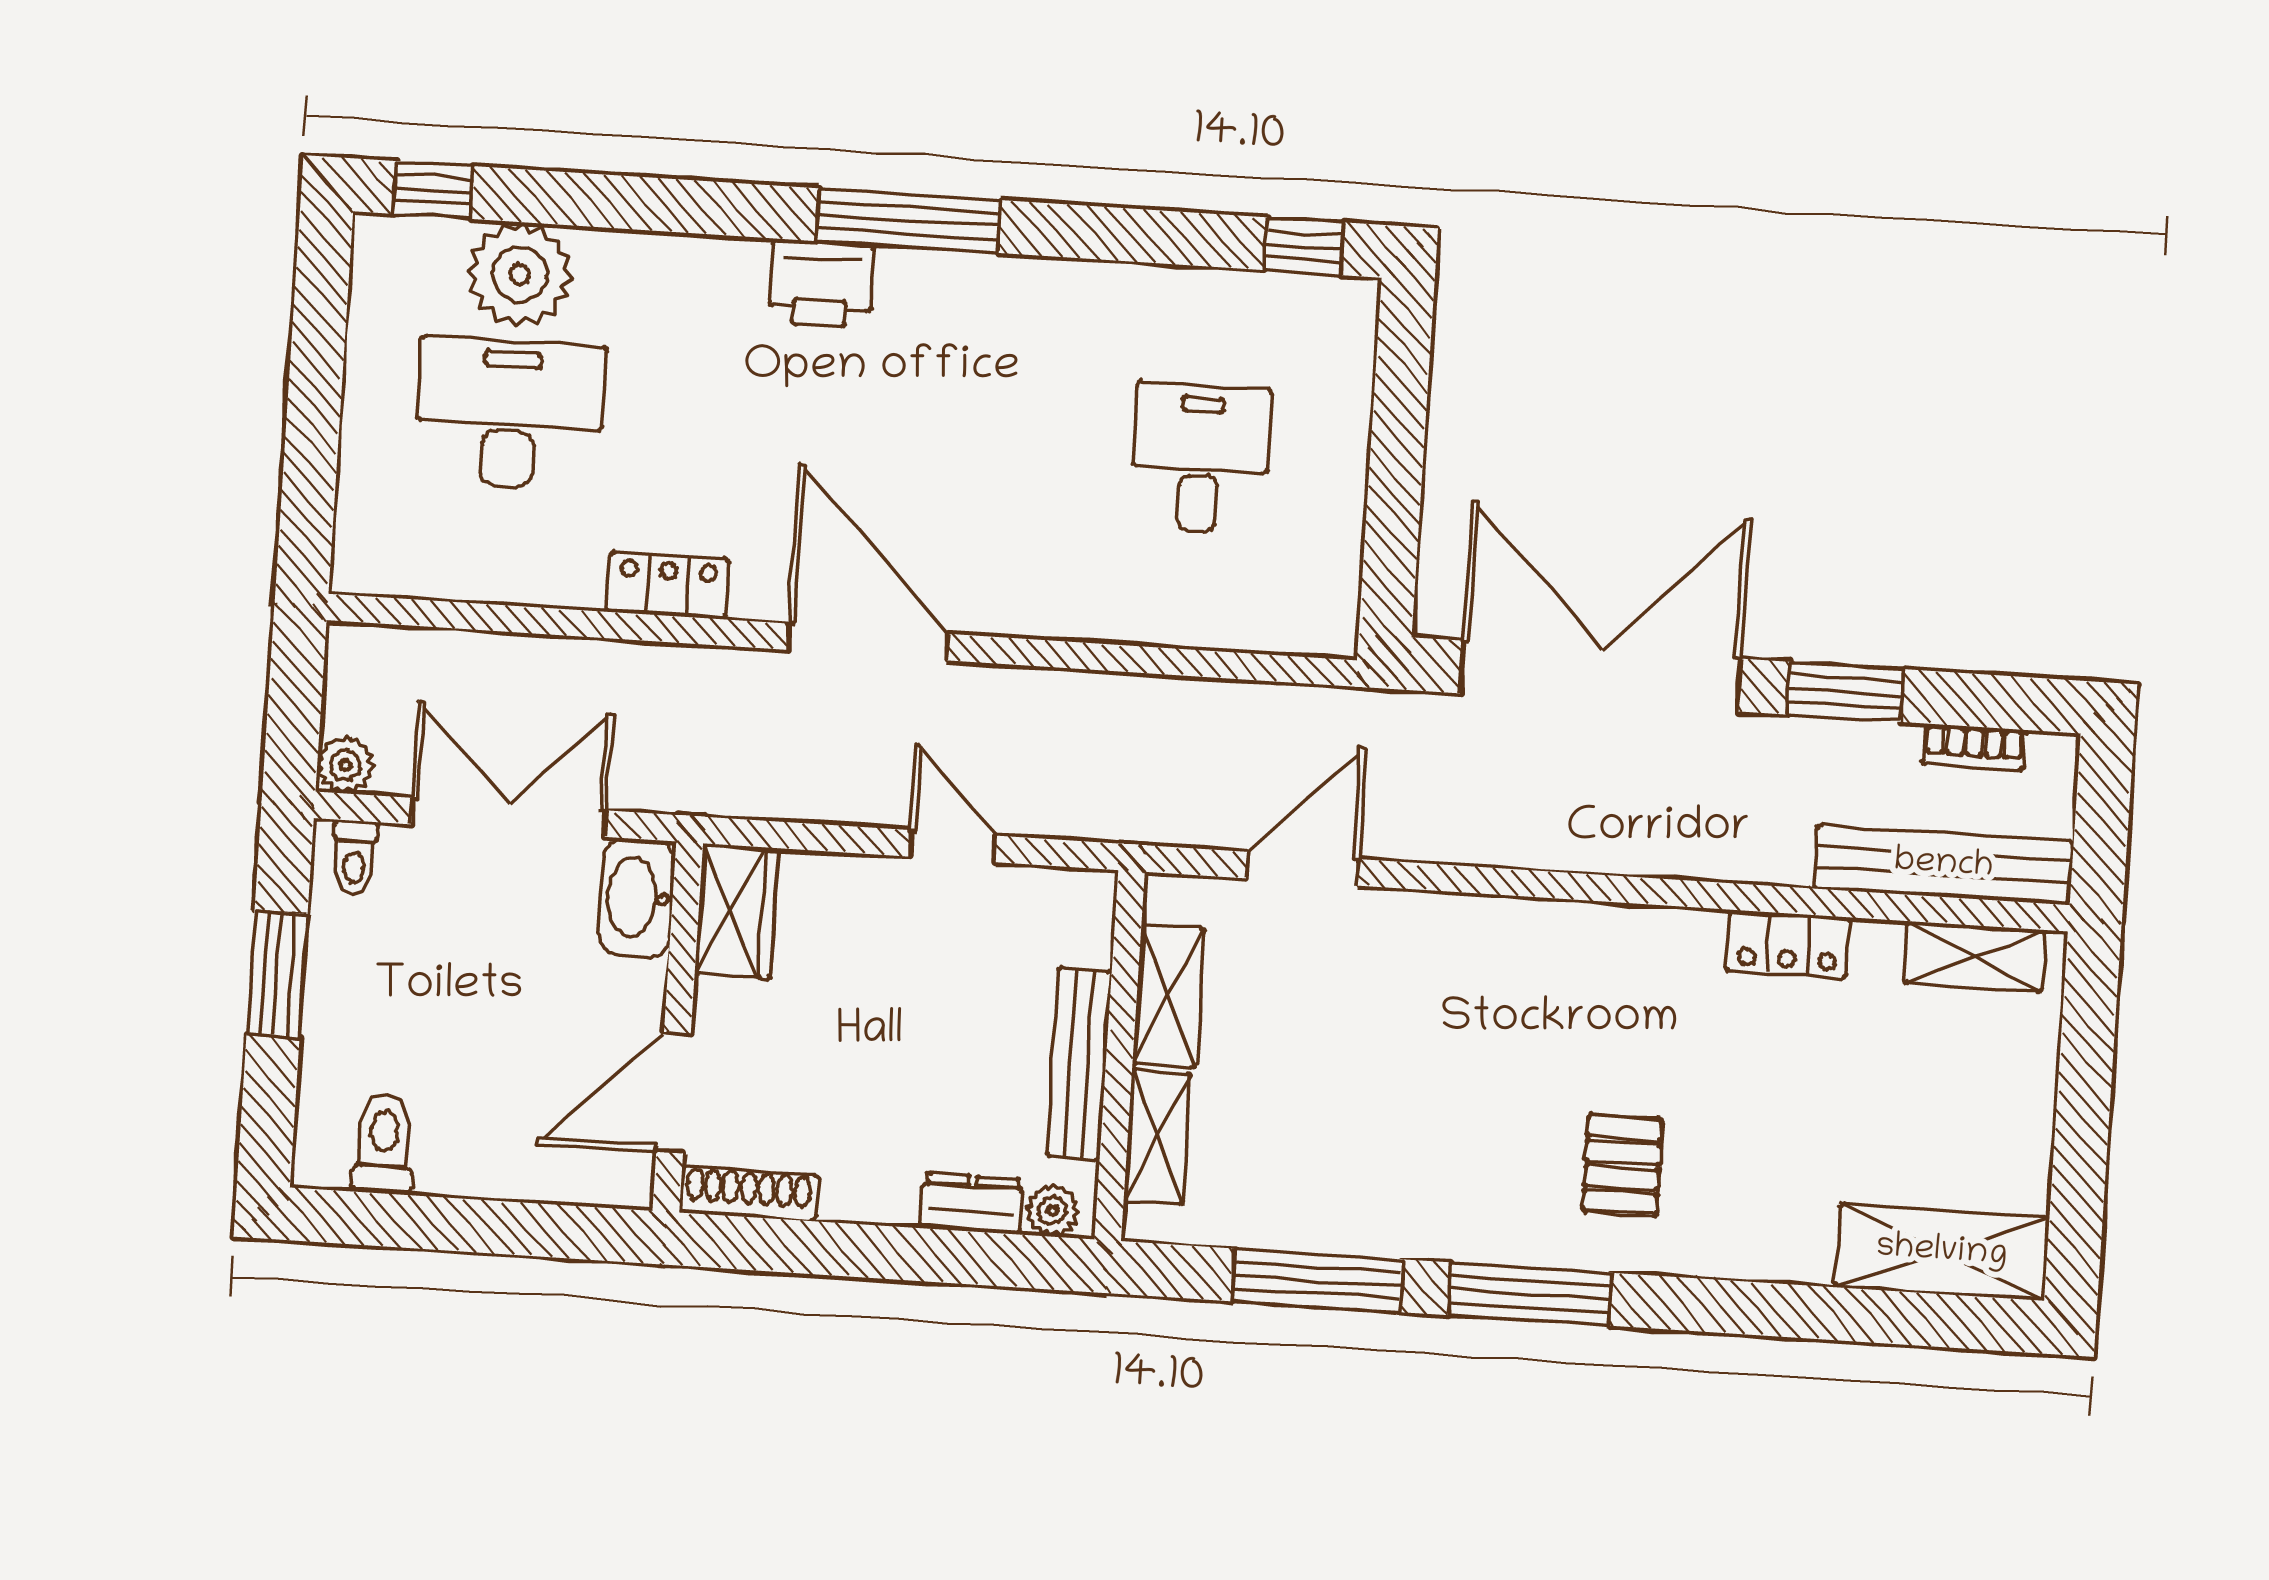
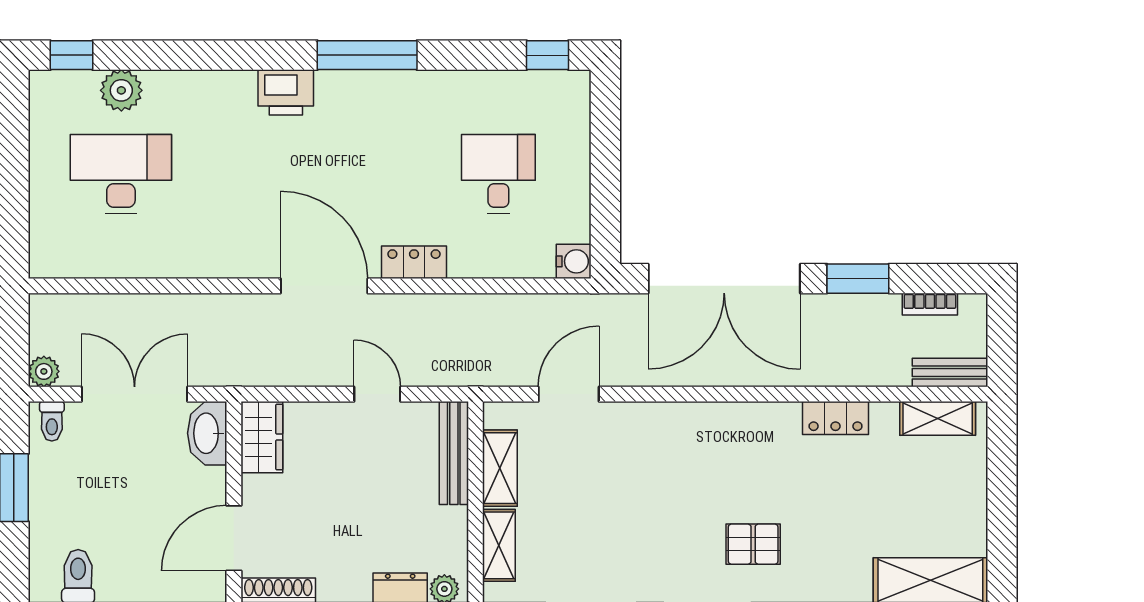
window: (908, 221) -> (367, 55), moved
plant: (520, 274) -> (121, 90), width x0.73, depth x0.73
locker: (668, 586) -> (414, 262), moved
water cooler: (1328, 627) -> (574, 261), added
double door: (1601, 676) -> (724, 279), swing flipped
bench: (1944, 865) -> (950, 372), width x0.54, depth x0.82
bench: (1079, 1063) -> (454, 453), moved
pallet: (1622, 1165) -> (753, 544), turned 90

